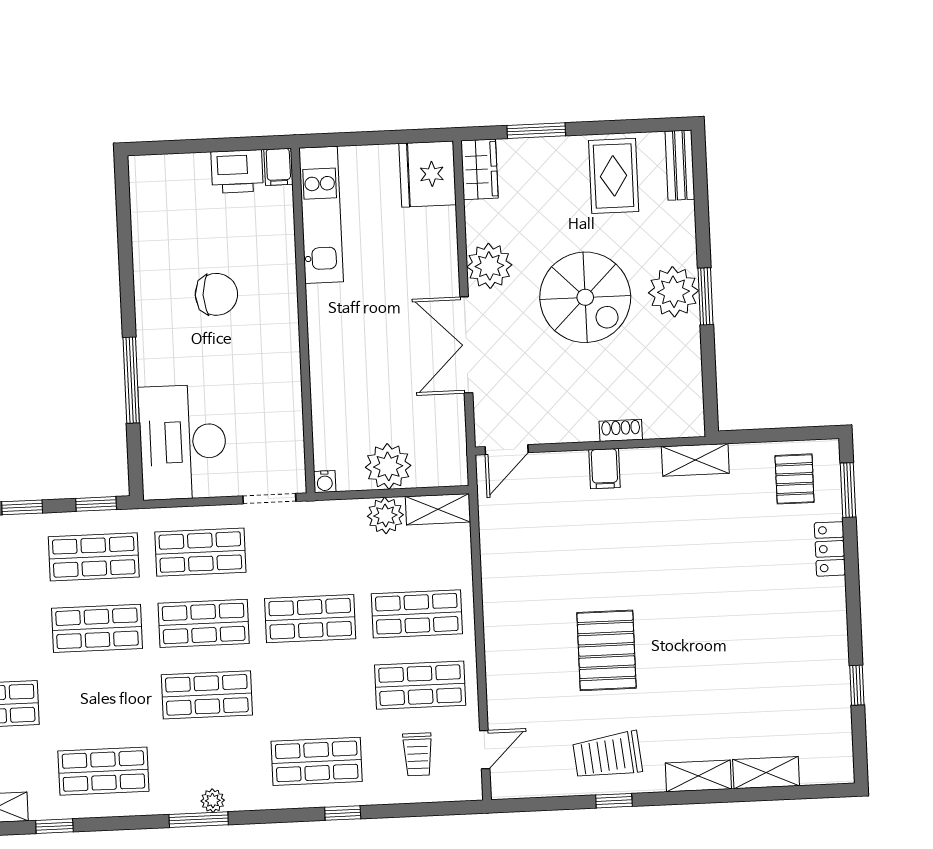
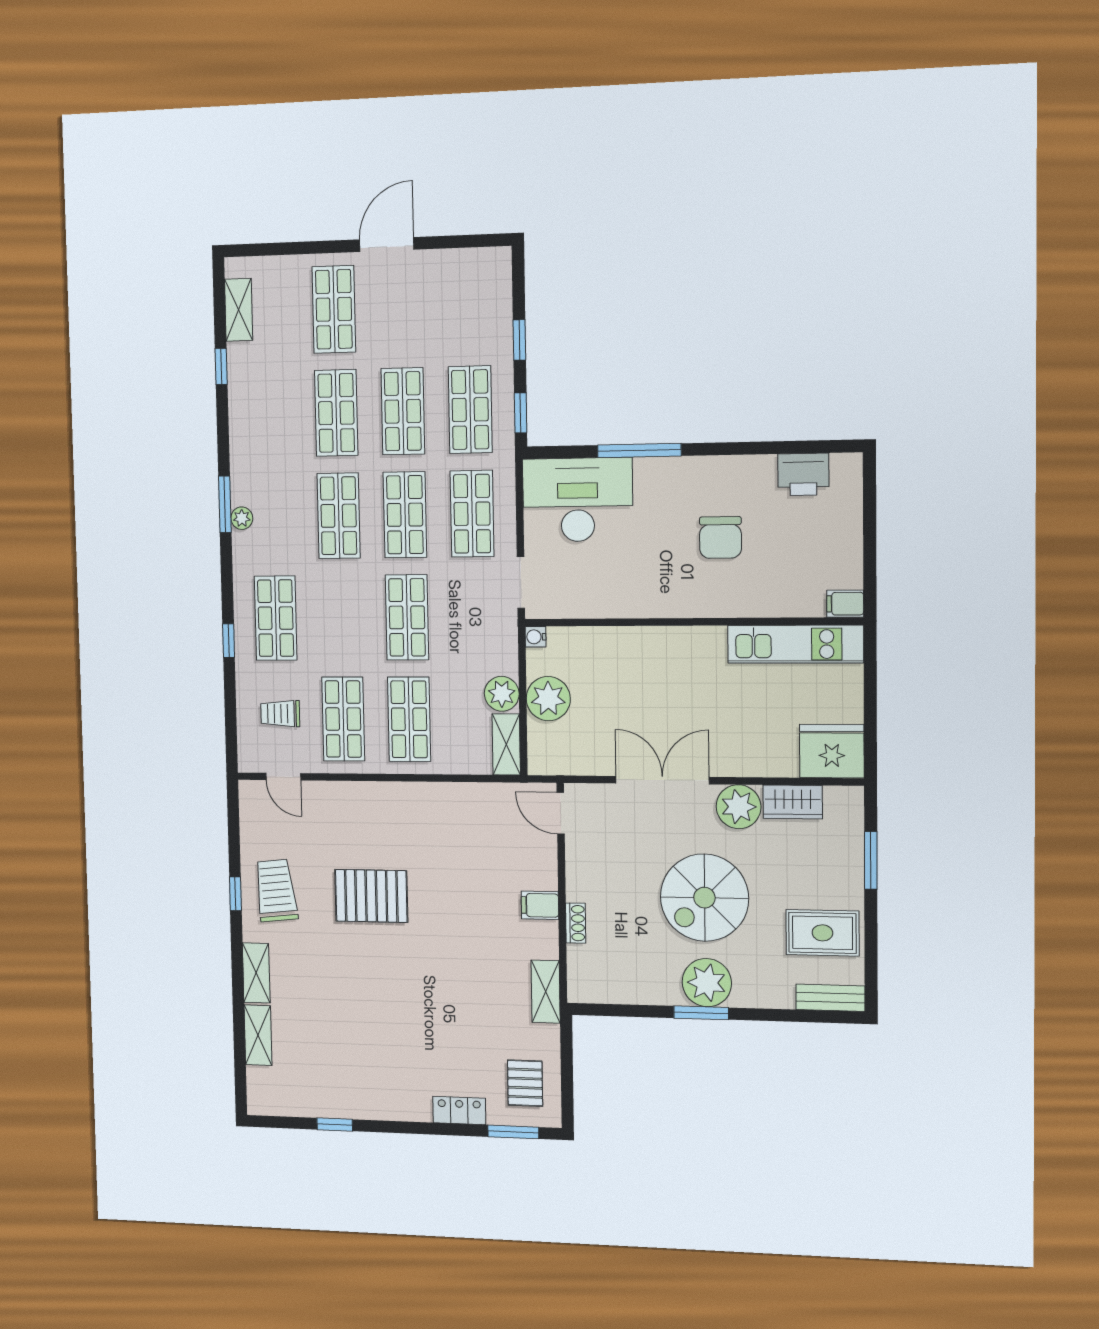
wardrobe: (479, 169) -> (793, 802), moved
printer: (237, 171) -> (803, 474), moved, turned -90
pallet: (795, 479) -> (525, 1083), turned 90
shop shelf: (103, 771) -> (336, 413), moved

